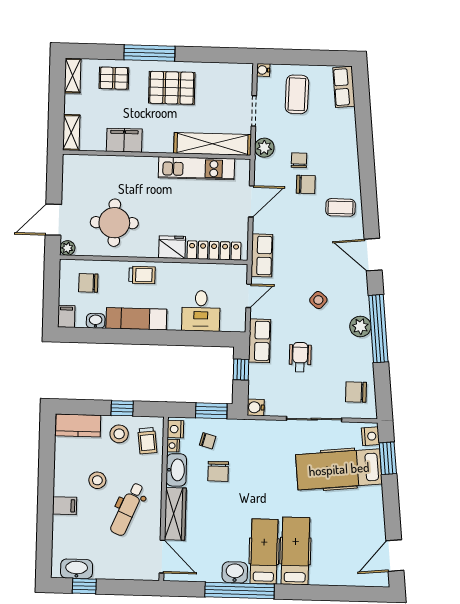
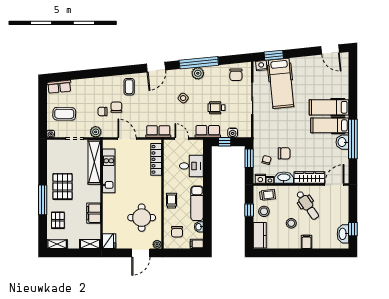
door: (53, 220) -> (141, 253), hinge flipped
fridge: (172, 247) -> (109, 241), moved, turned 180
water cooler: (256, 407) -> (233, 133), moved
dental chair: (127, 509) -> (308, 205), turned 33

